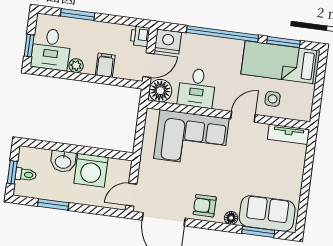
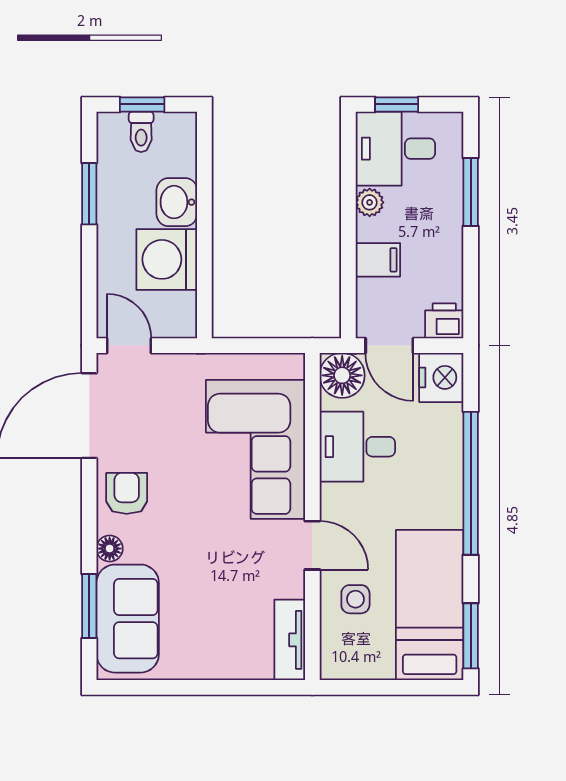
window: (283, 42) -> (471, 636), moved

